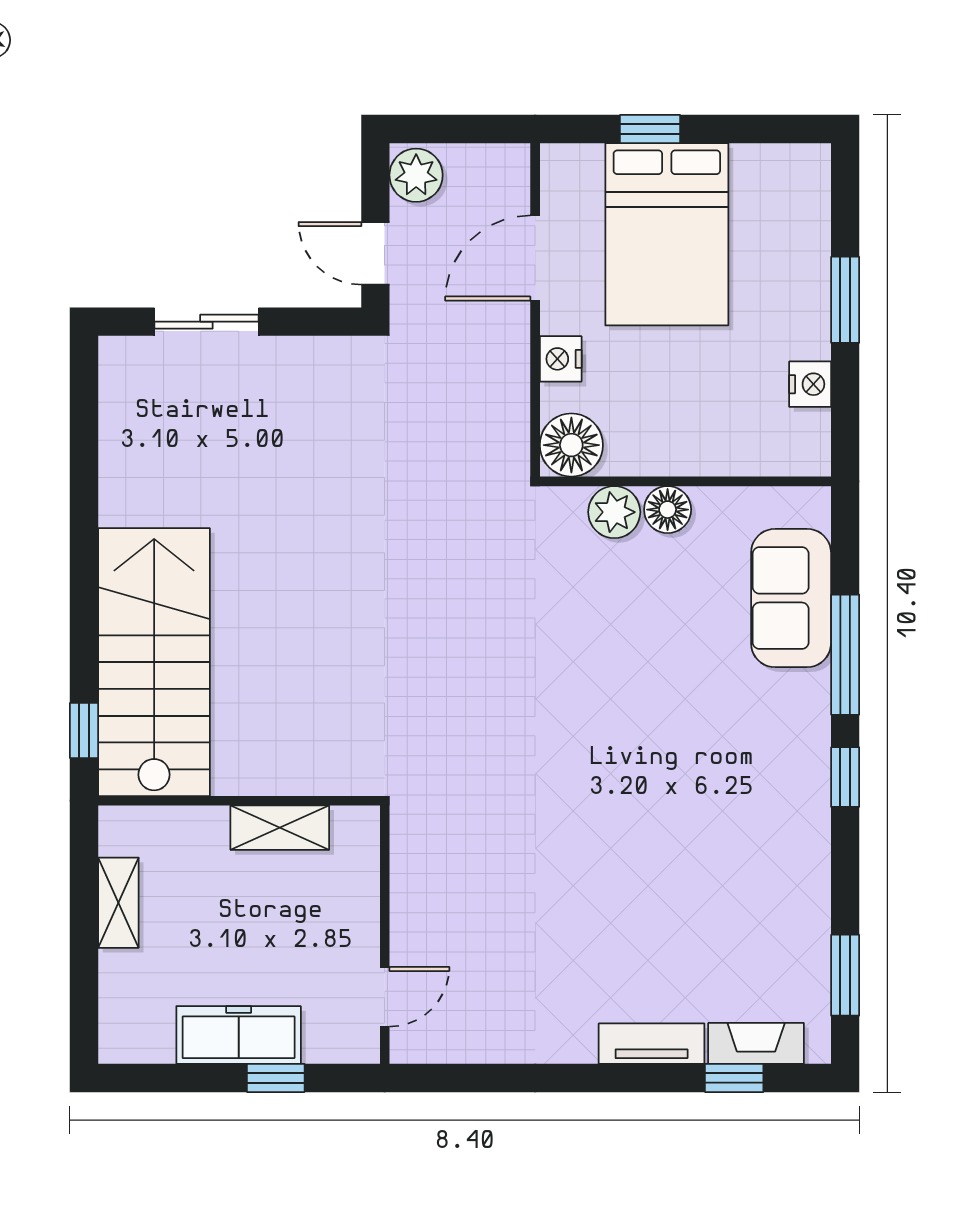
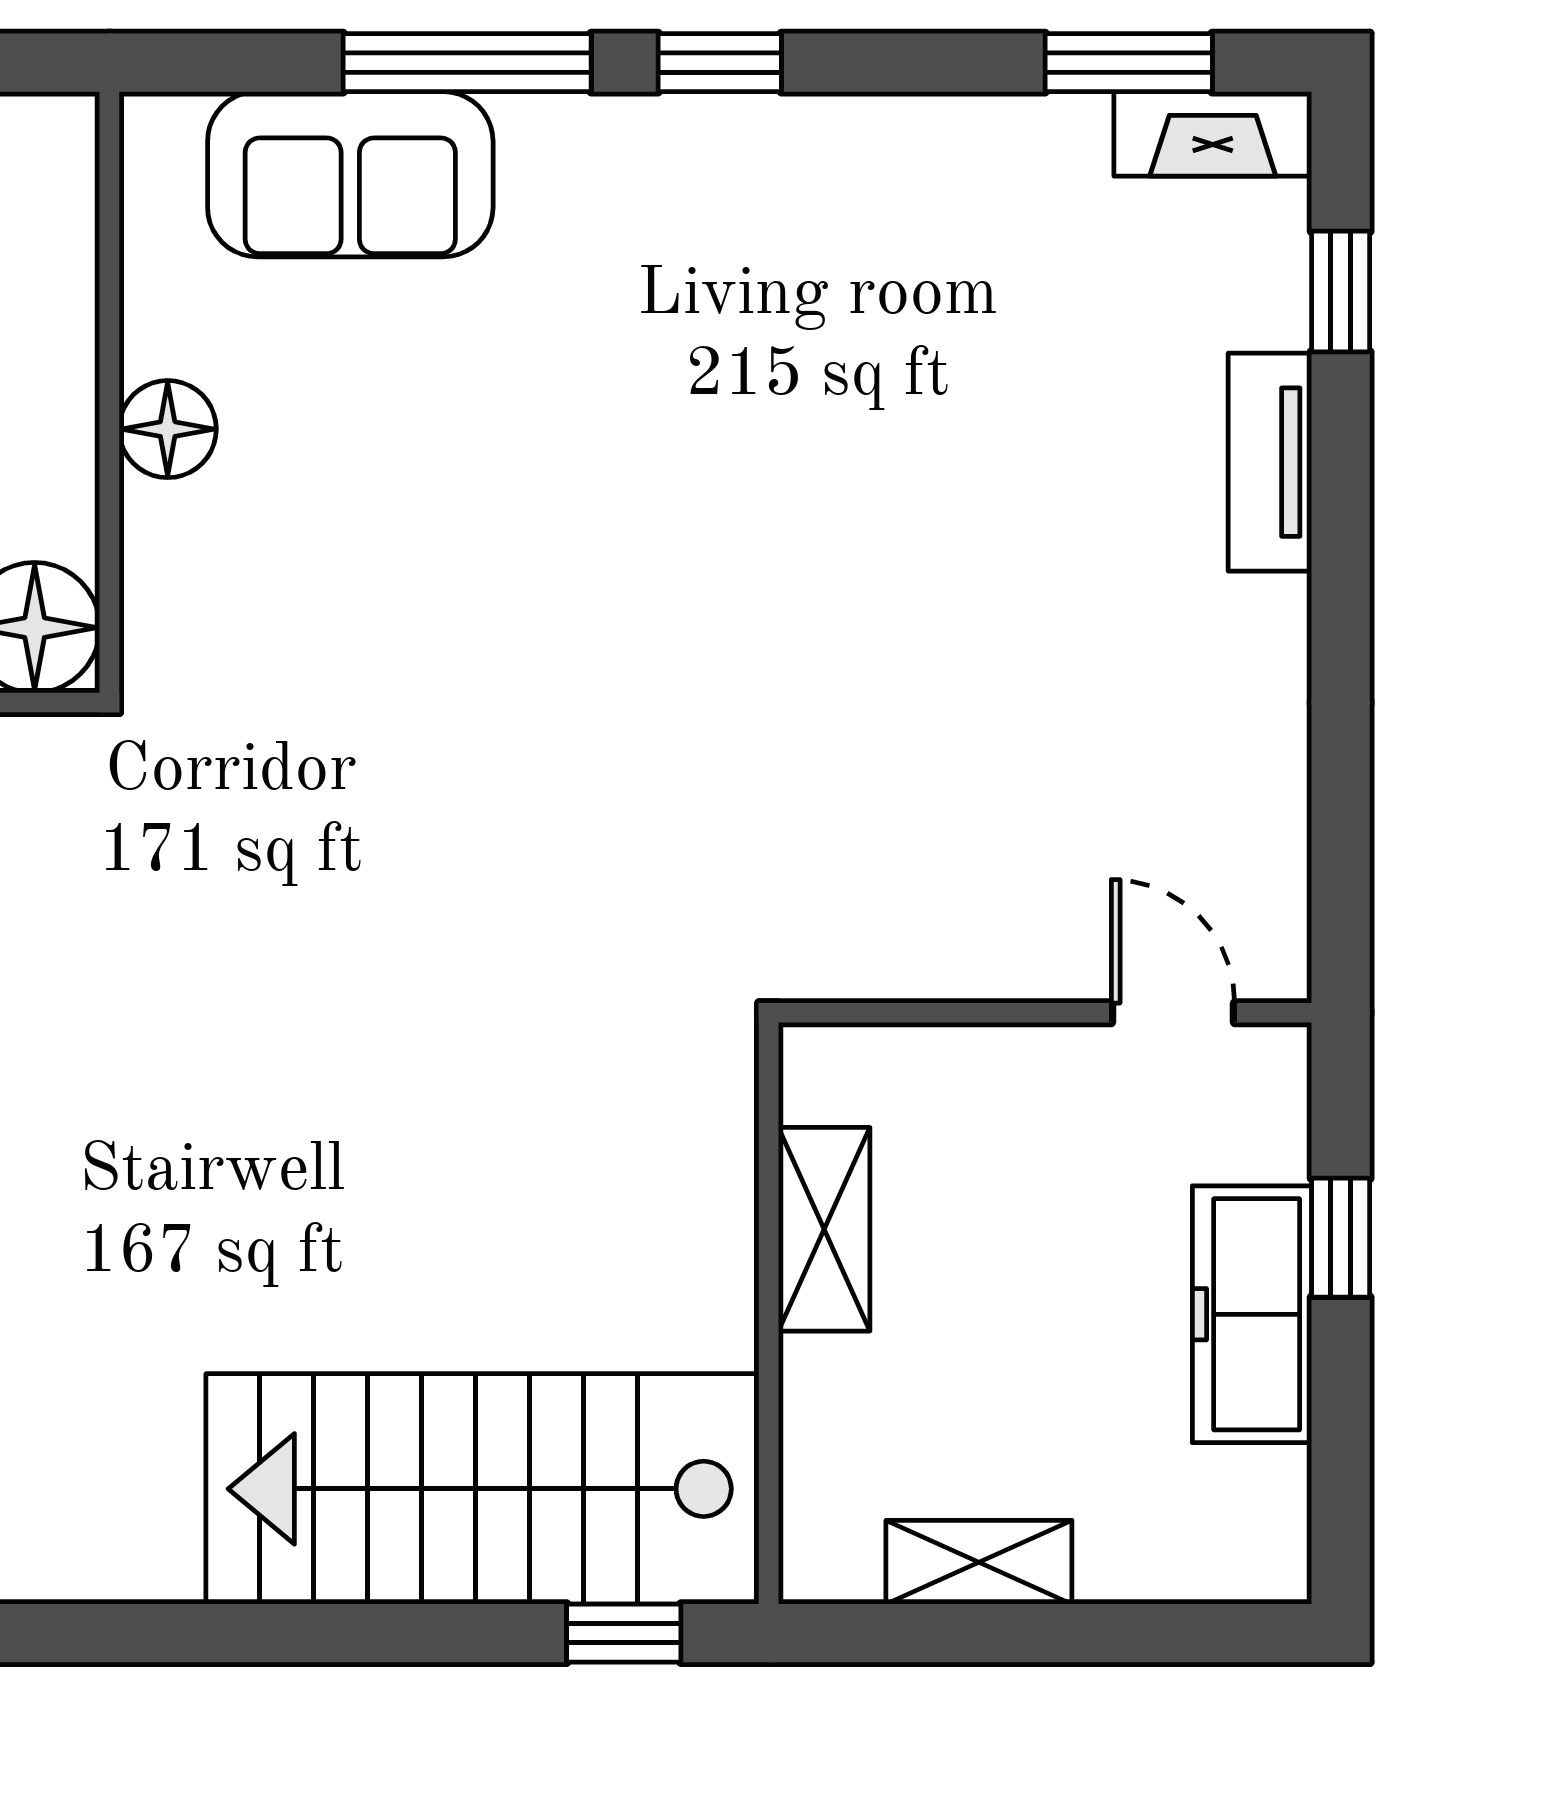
plant: (614, 512) -> (173, 539), removed
fireplace: (756, 1043) -> (1213, 134), moved, turned -90

